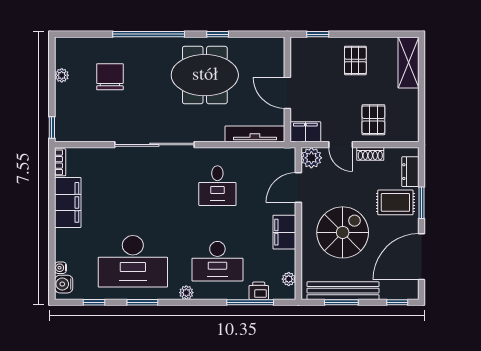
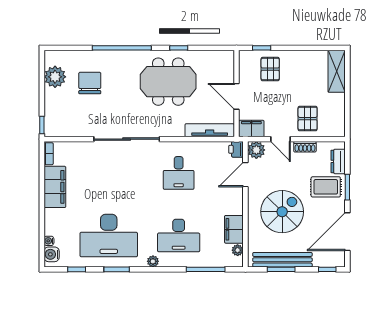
pallet: (355, 60) -> (270, 69), moved
plant: (62, 75) -> (55, 77), width x1.88, depth x1.88
filing cabinet: (284, 232) -> (234, 229), moved
printer: (259, 291) -> (236, 149), moved, turned -90

